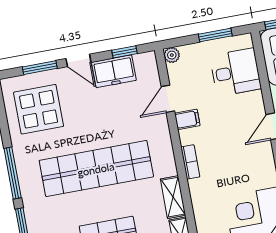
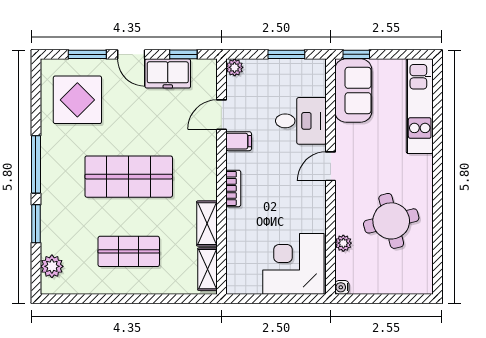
desk: (235, 72) -> (301, 121), moved
shop shelf: (96, 169) -> (129, 177), width x0.71

